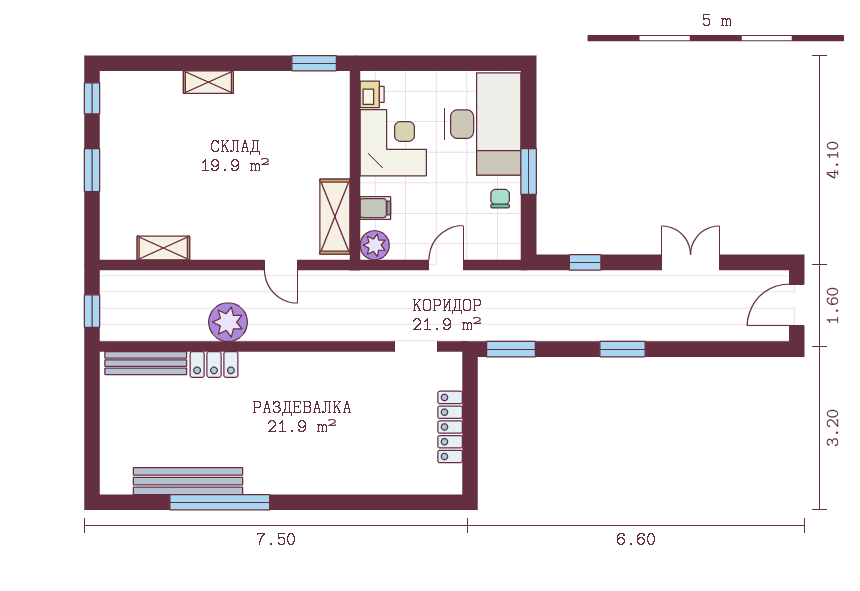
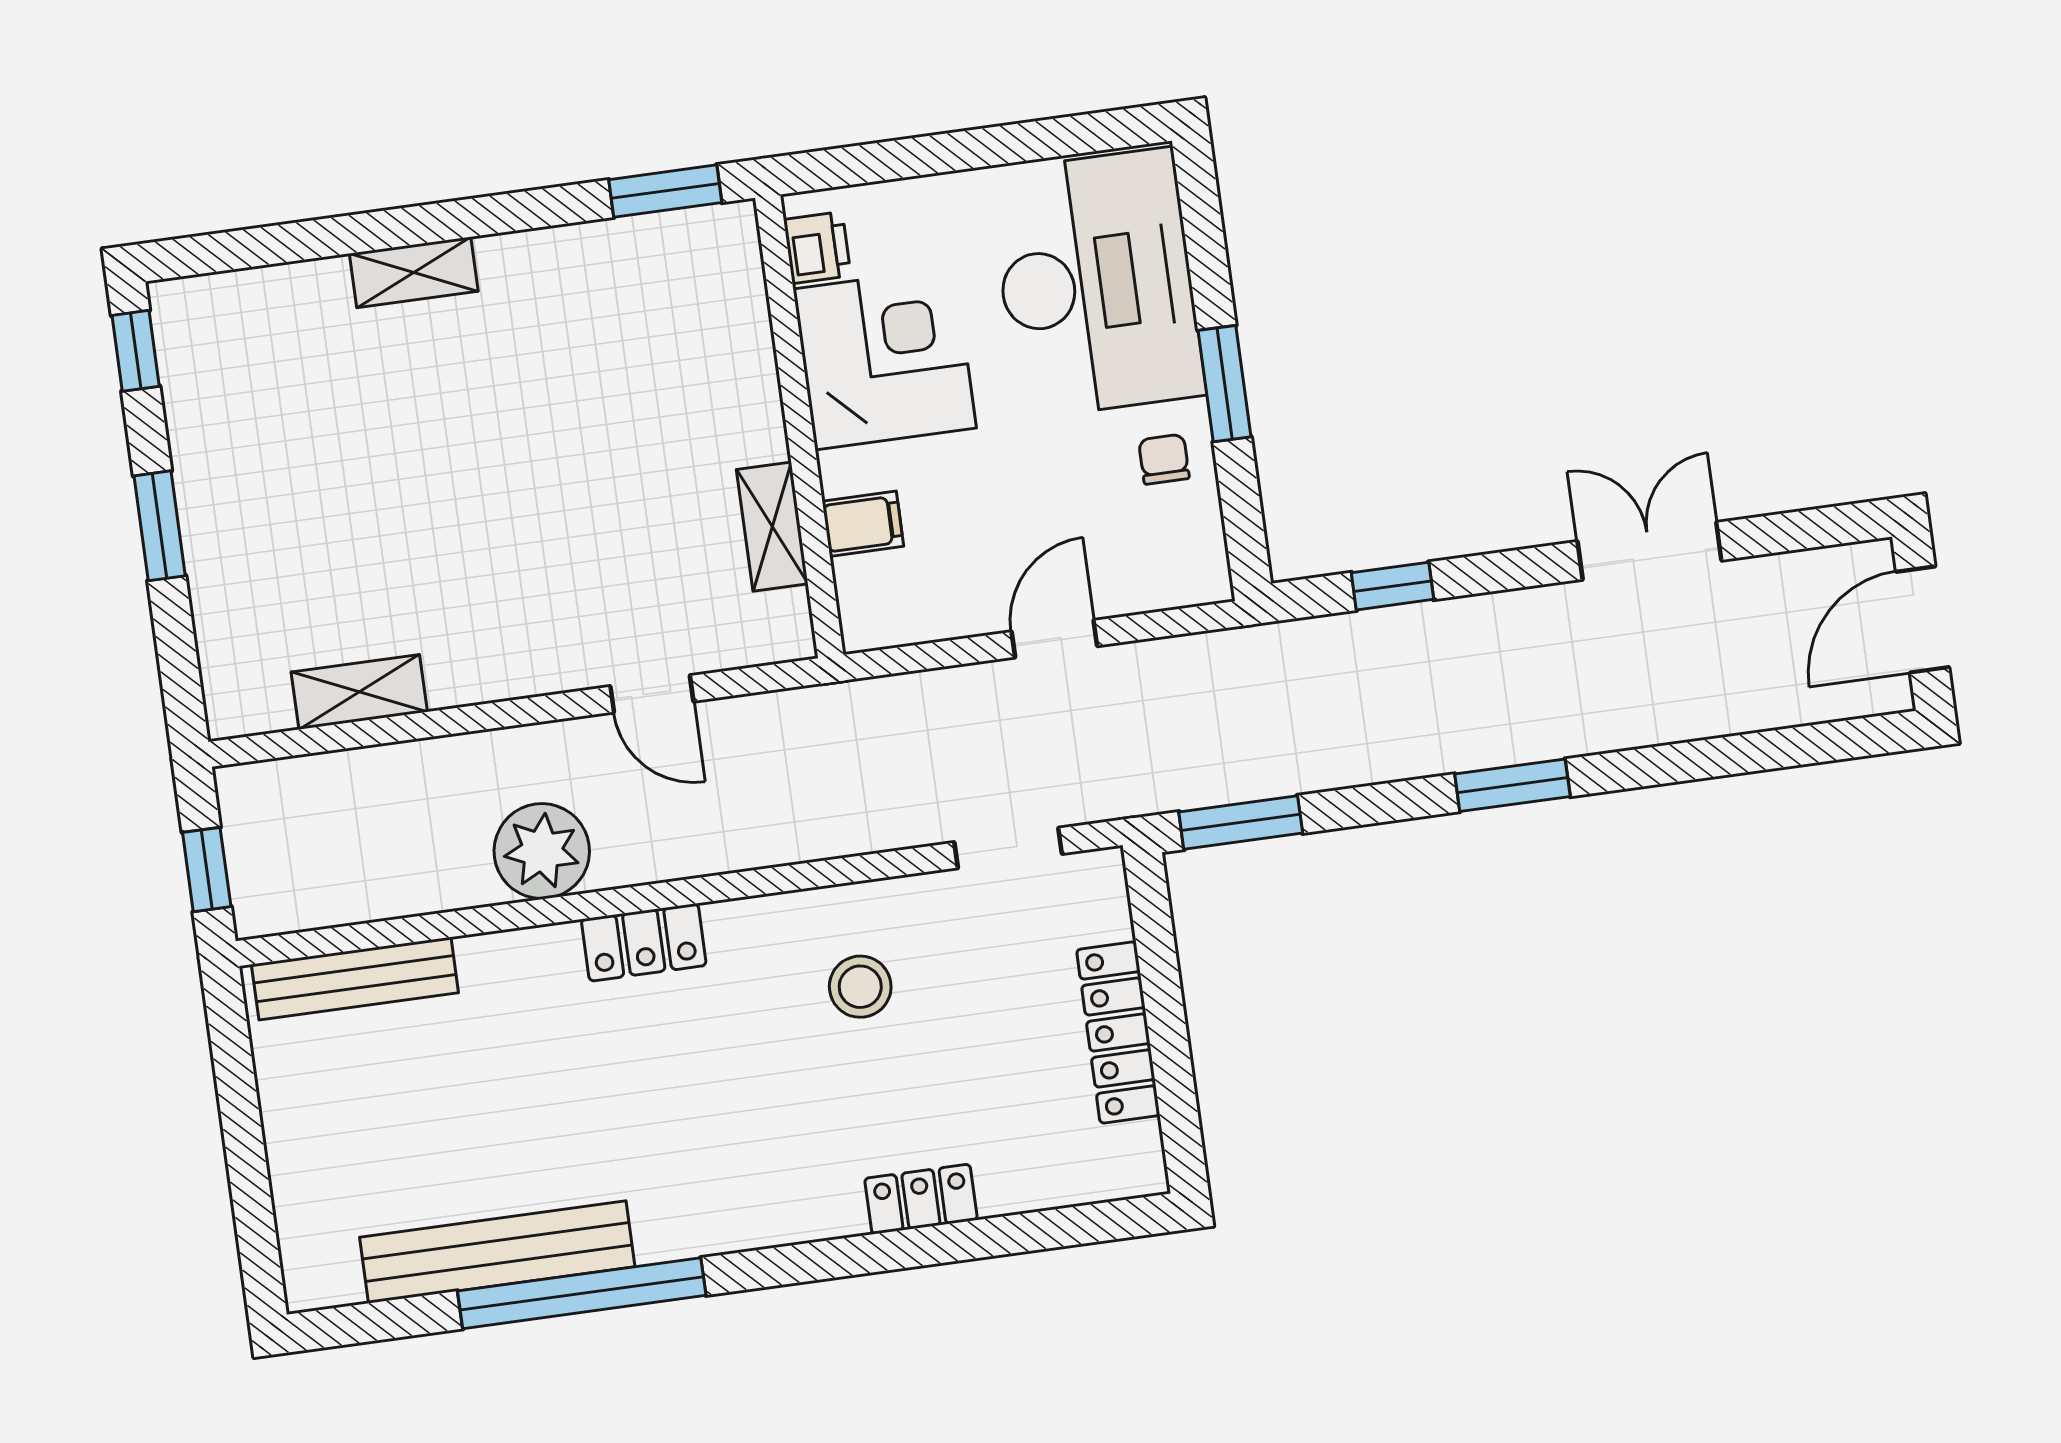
shelving: (335, 217) -> (772, 527), width x0.67, depth x0.75
plant: (375, 245) -> (874, 615), removed
locker: (214, 364) -> (644, 942), moved
stool: (349, 394) -> (860, 987), added
locker: (361, 483) -> (921, 1199), added

